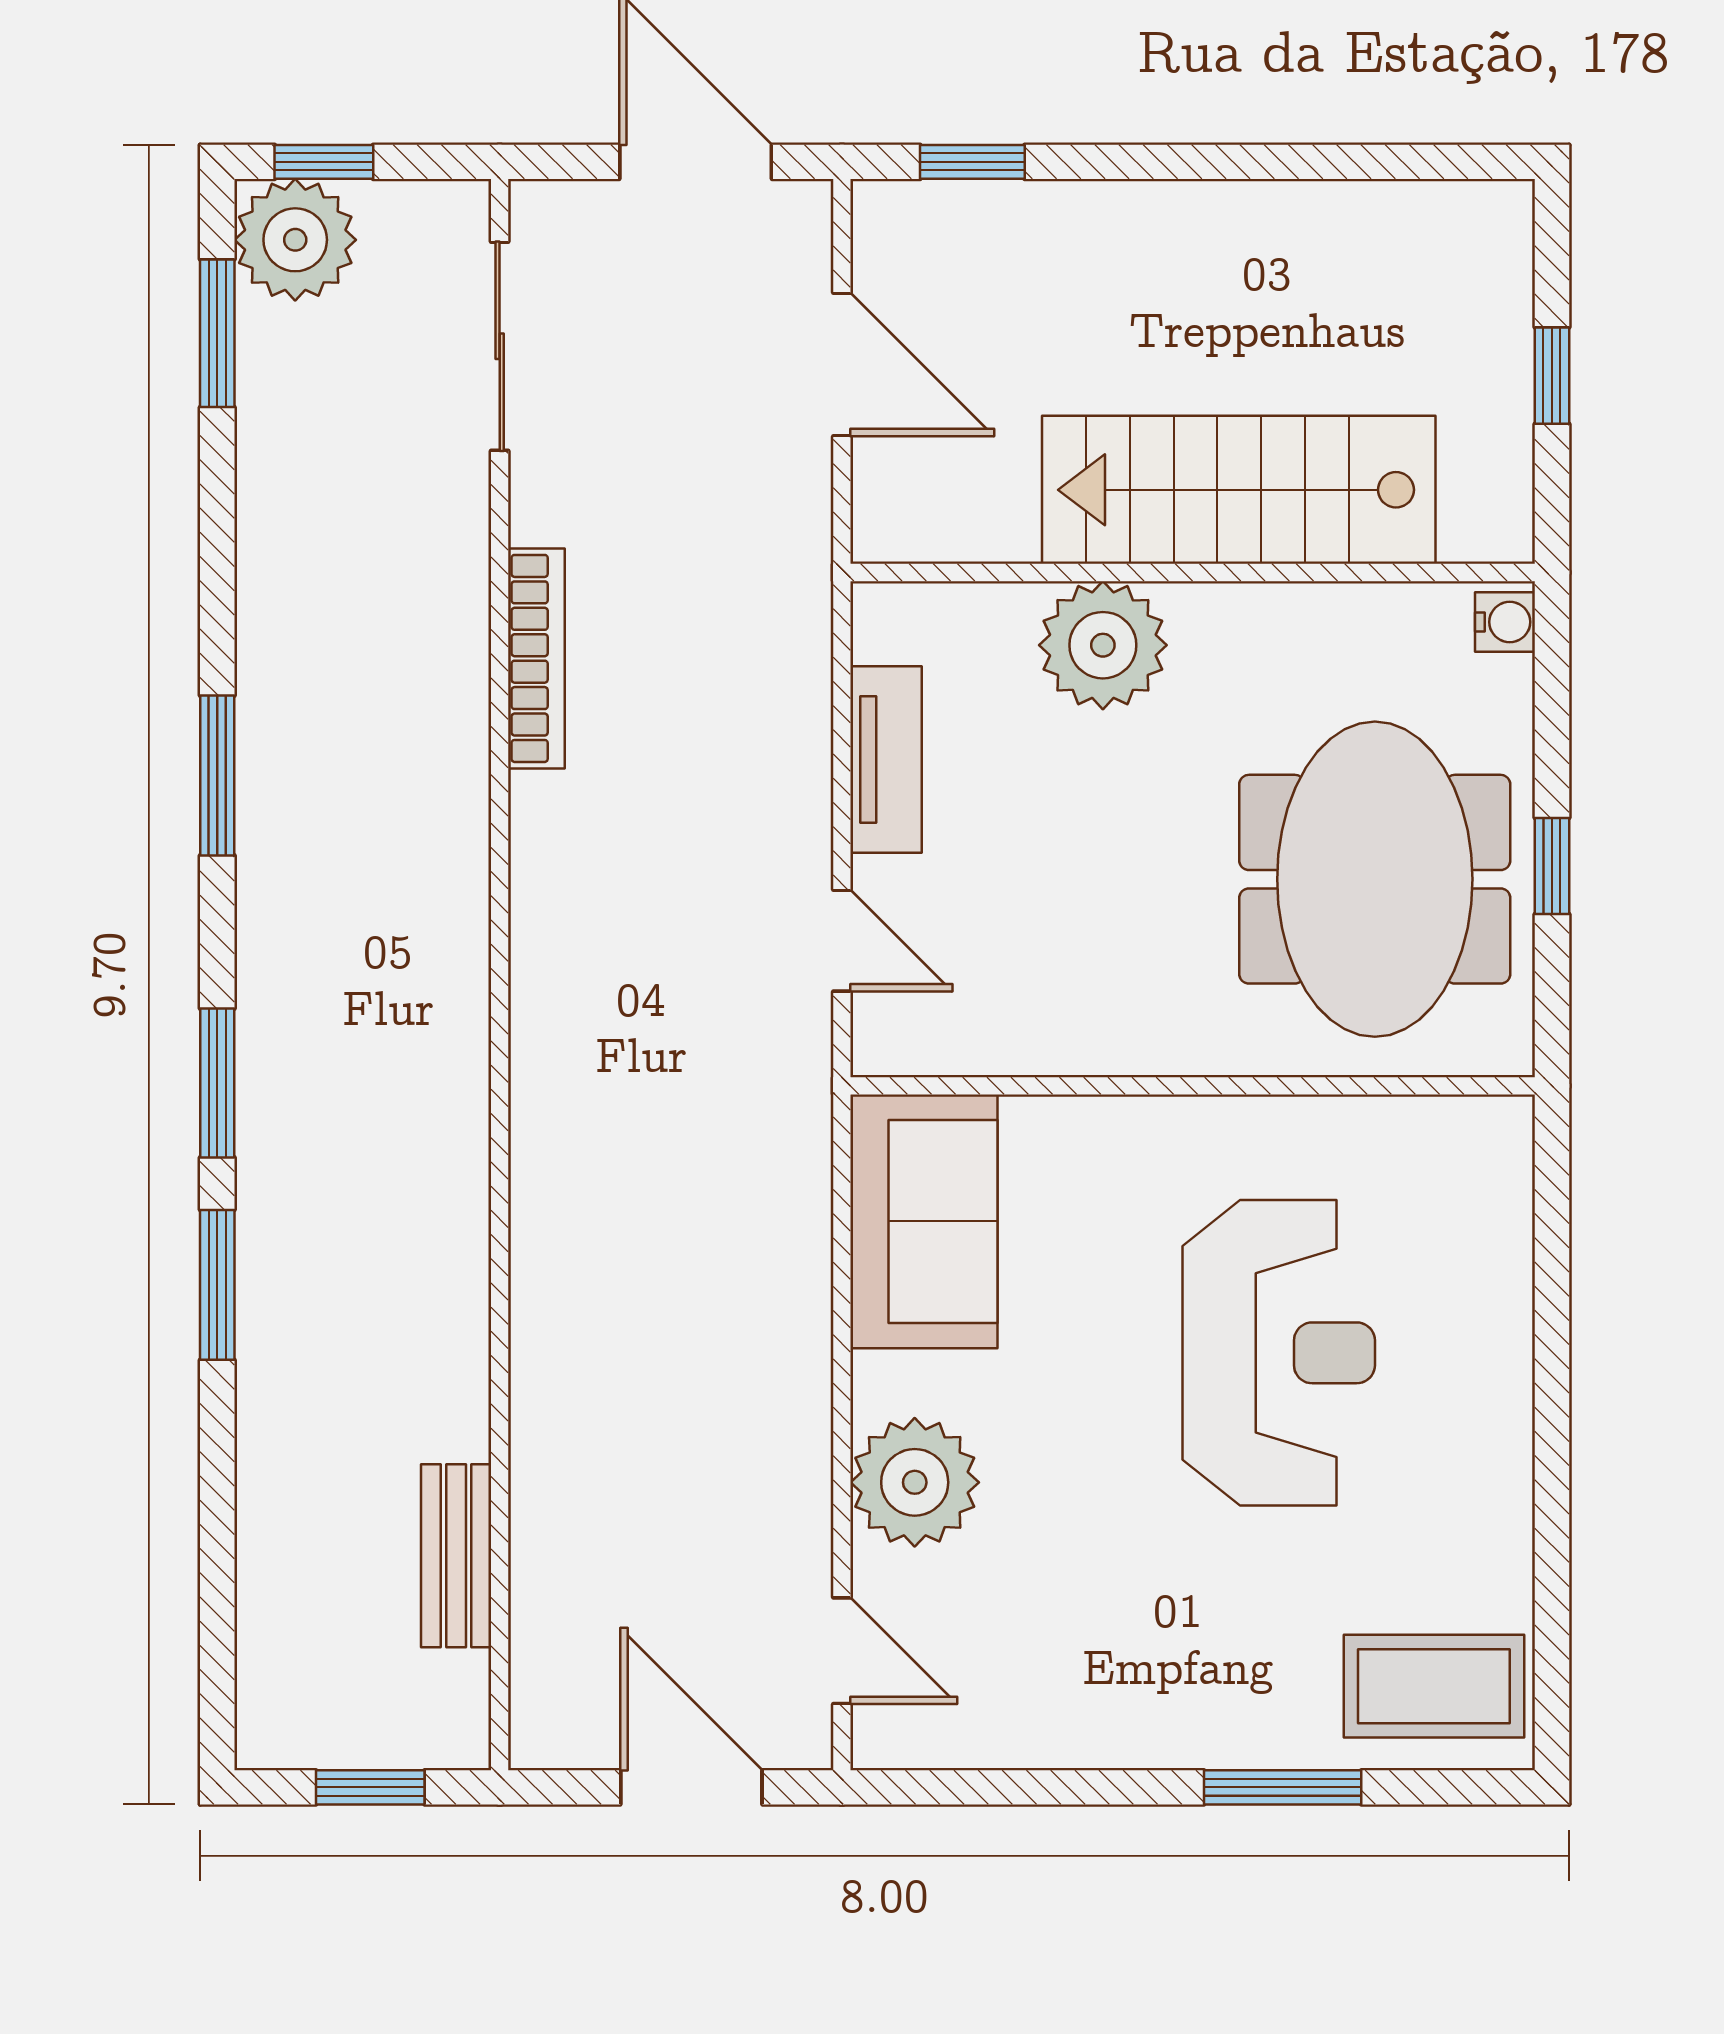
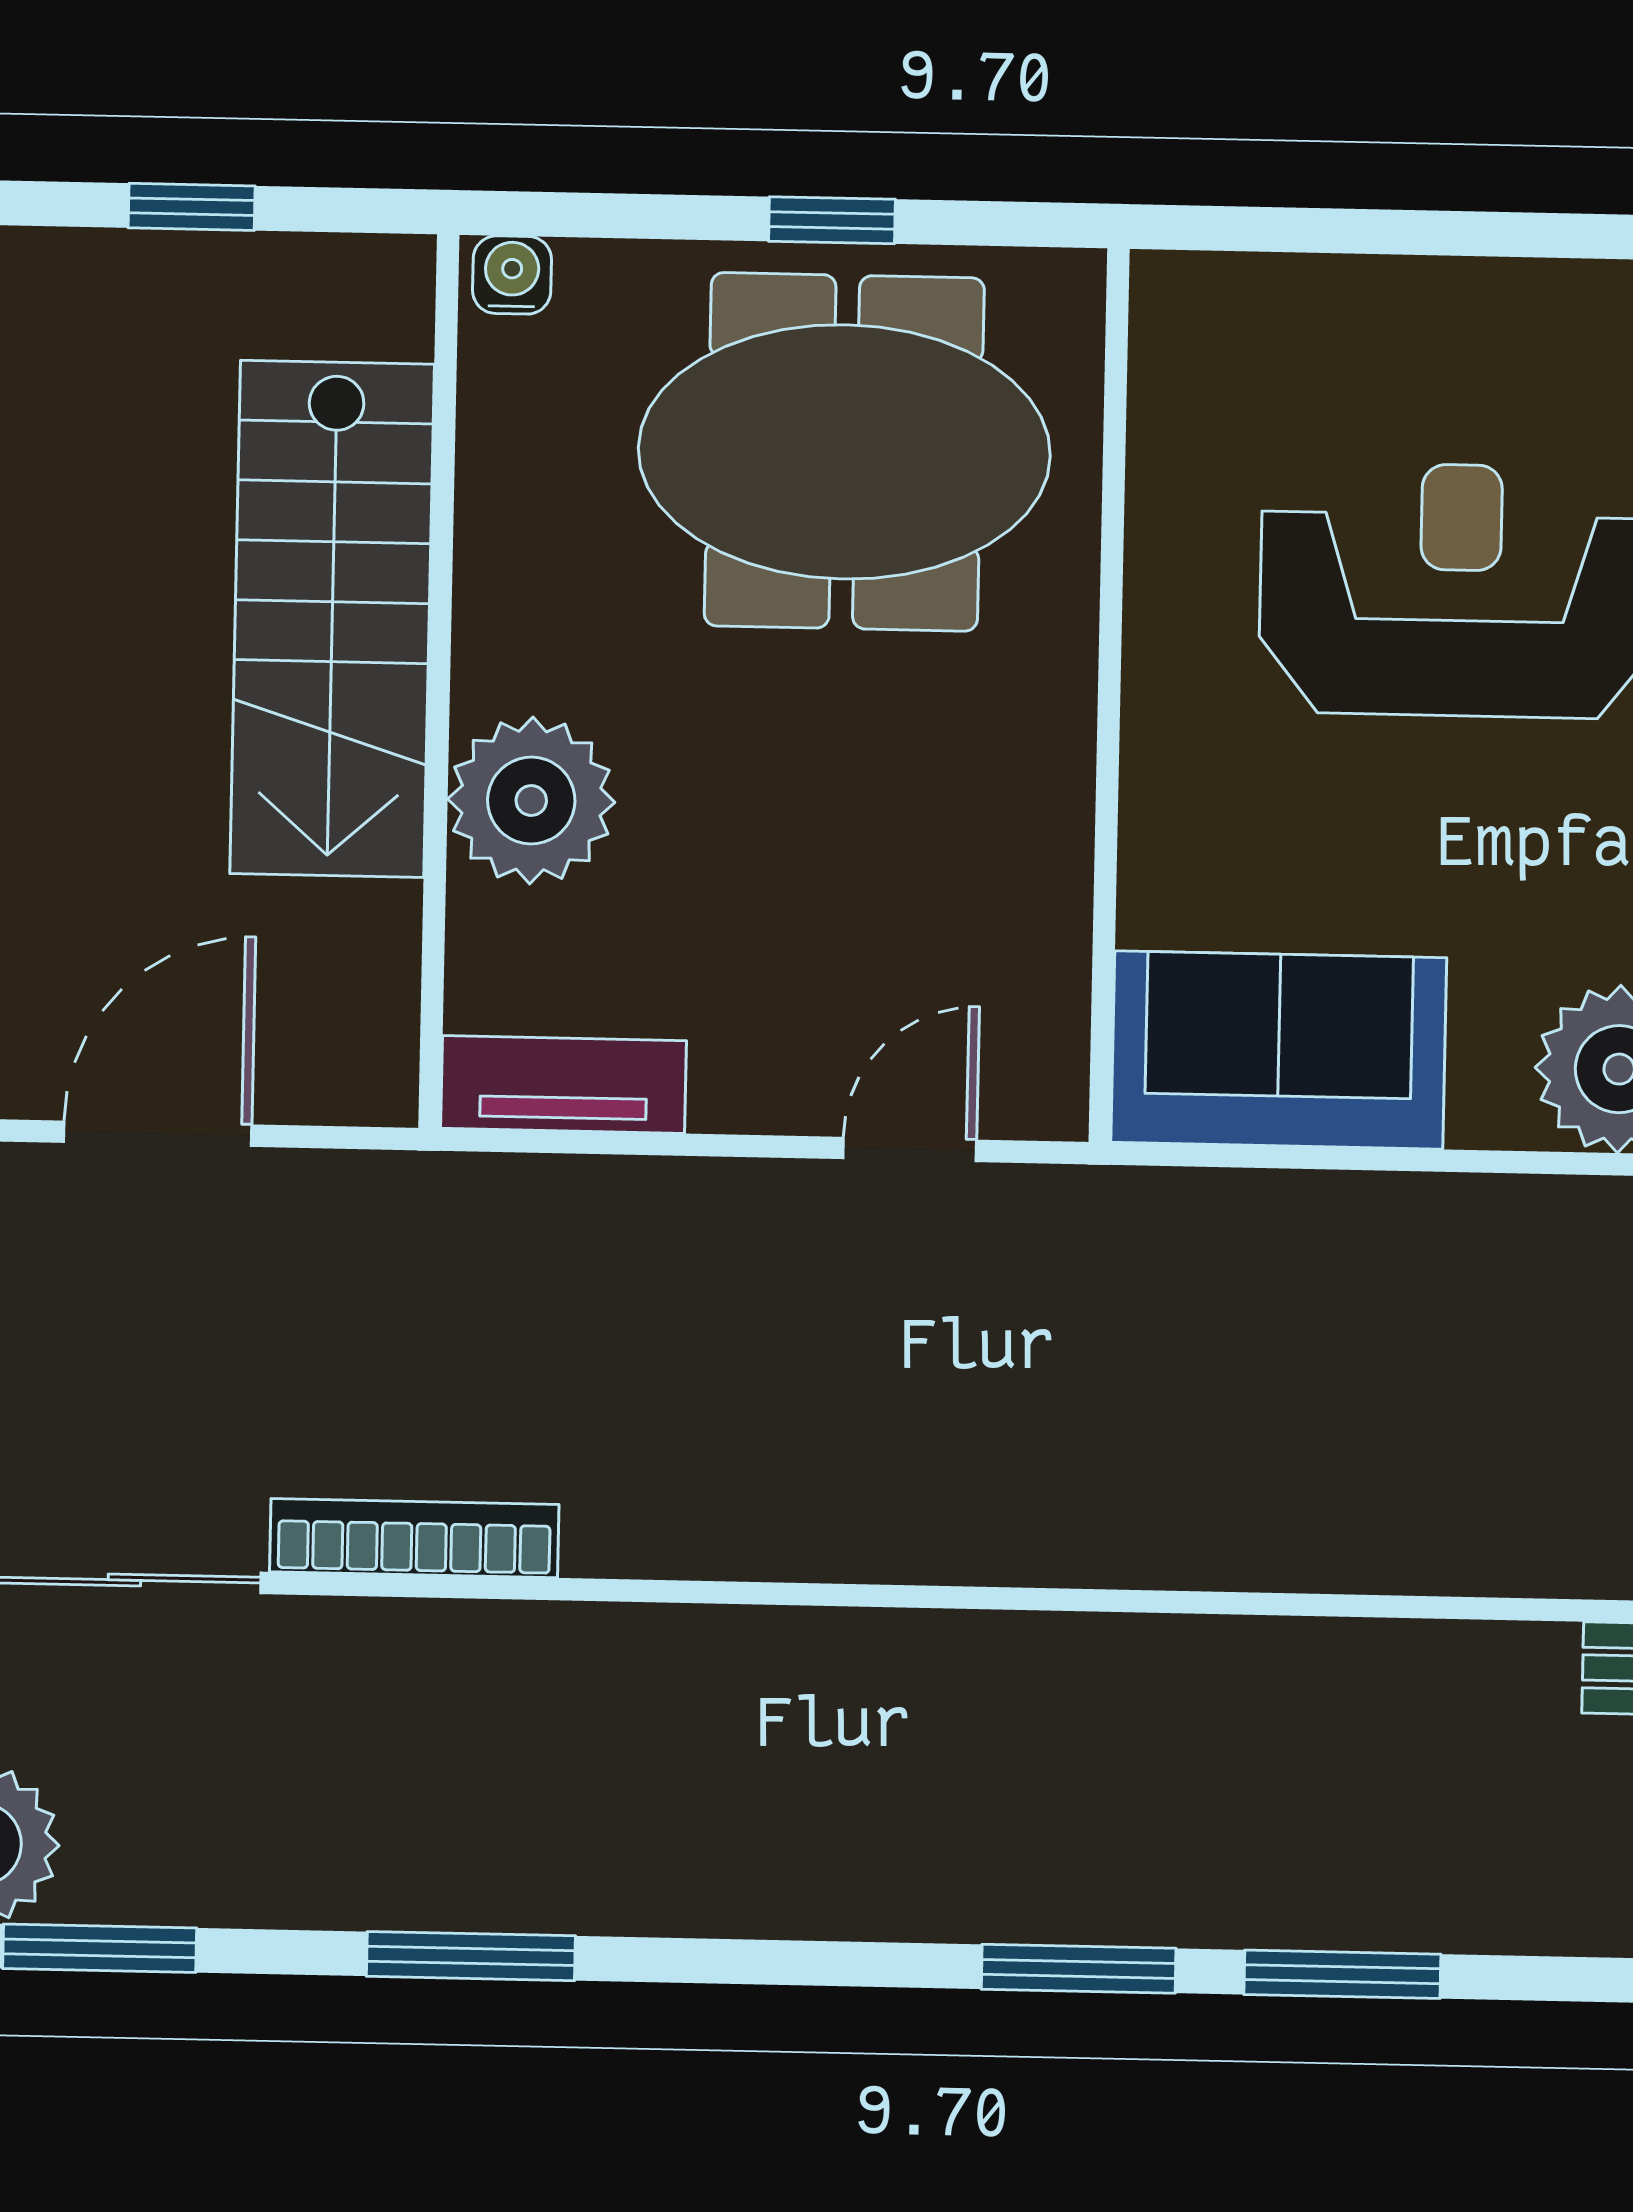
bookcase: (536, 658) -> (414, 1538), moved
tv unit: (886, 759) -> (563, 1084), moved
window: (217, 776) -> (471, 1956), moved

